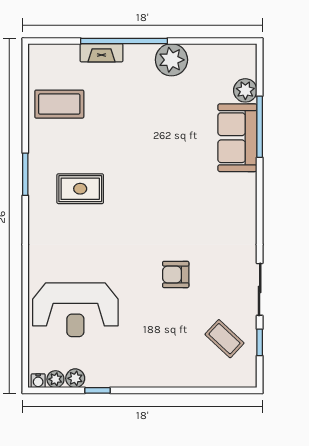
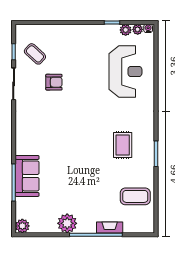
plant: (245, 90) -> (22, 226), moved
rug: (80, 189) -> (123, 145), turned 90
armchair: (176, 274) -> (54, 82), moved
reception desk: (75, 310) -> (125, 71), turned 90

